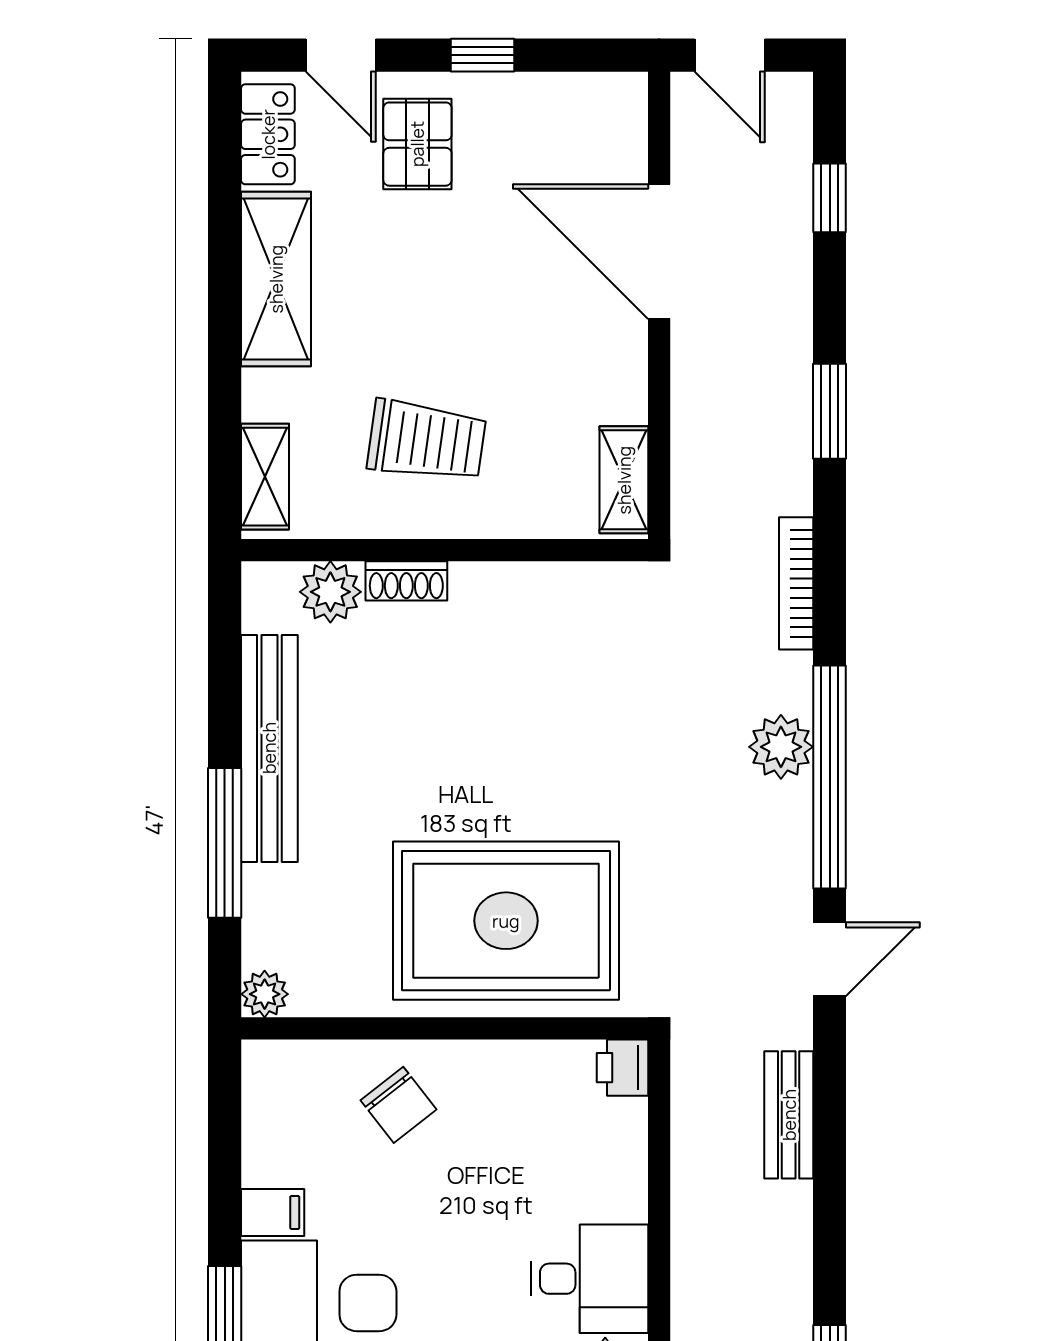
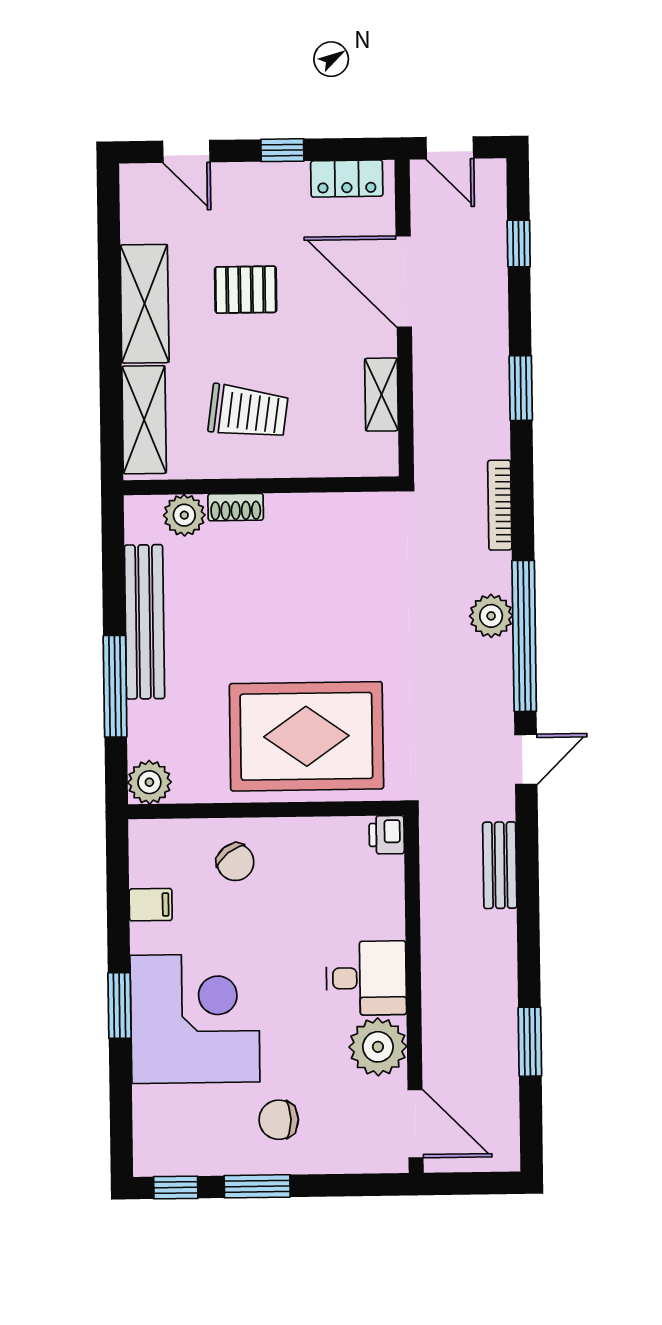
locker: (268, 134) -> (347, 179), moved, turned 90
pallet: (417, 144) -> (246, 290), moved, turned 90
shelving: (265, 477) -> (144, 420), width x1.50, depth x1.33
shelving: (624, 480) -> (382, 395), moved
plant: (265, 994) -> (149, 782), width x1.38, depth x1.38
filing cabinet: (273, 1212) -> (151, 905), moved

